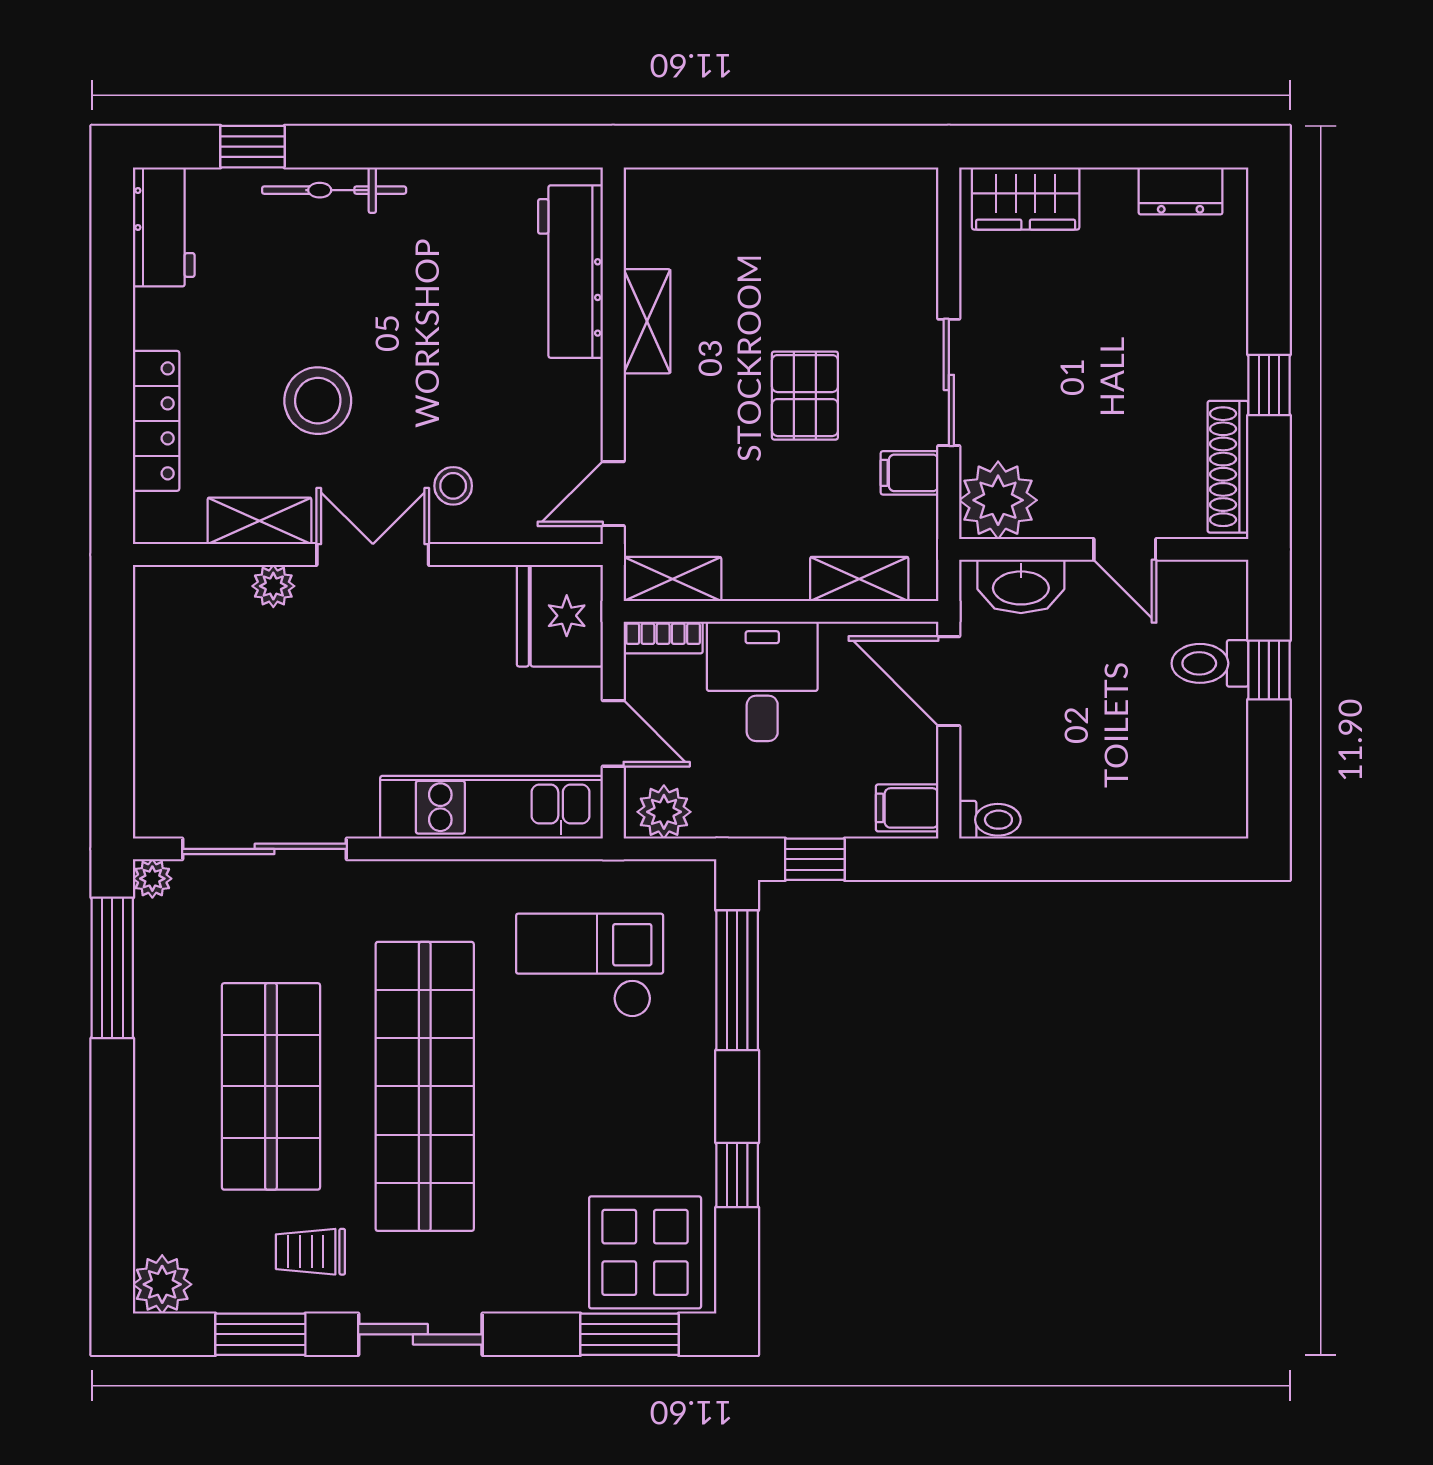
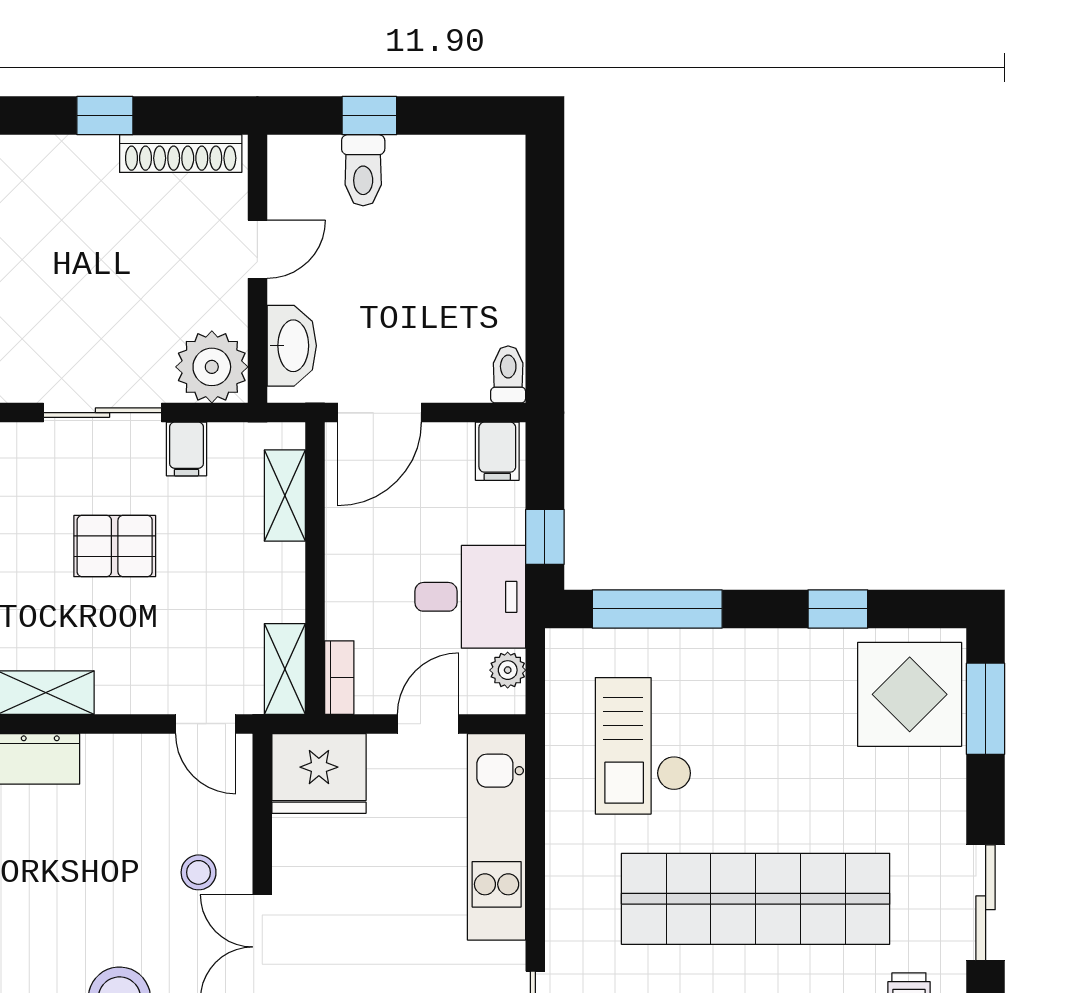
desk: (762, 681) -> (470, 597), moved, turned 180
plant: (664, 812) -> (508, 670), width x0.73, depth x0.73

